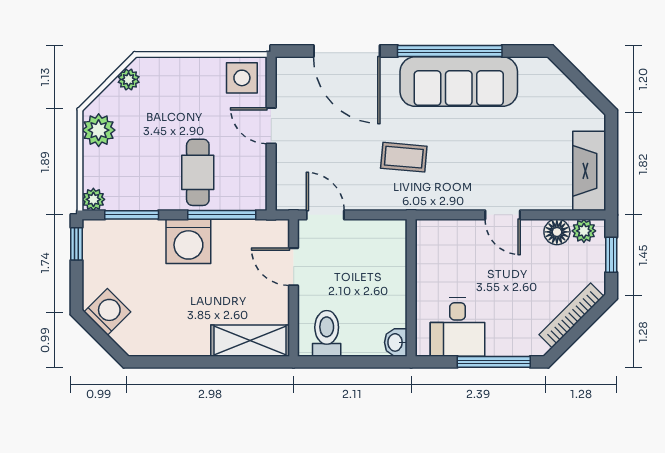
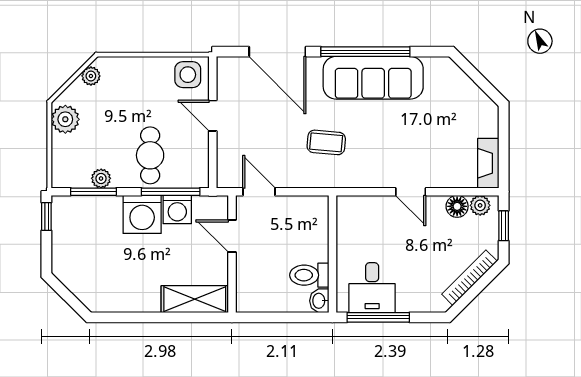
fireplace: (589, 171) -> (488, 163), width x0.73, depth x0.76
plant: (93, 199) -> (101, 178), moved
washing machine: (107, 312) -> (177, 210), moved, turned 135
toilet: (327, 333) -> (309, 275), moved, turned -90
window: (494, 362) -> (378, 317), moved

